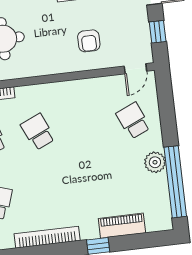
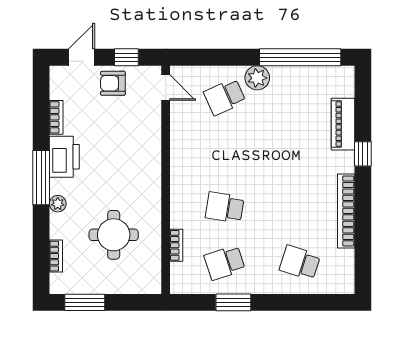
armchair: (89, 41) -> (113, 83), moved, turned 180
school desk: (38, 132) -> (225, 207), turned 33
plant: (155, 162) -> (257, 78), moved

